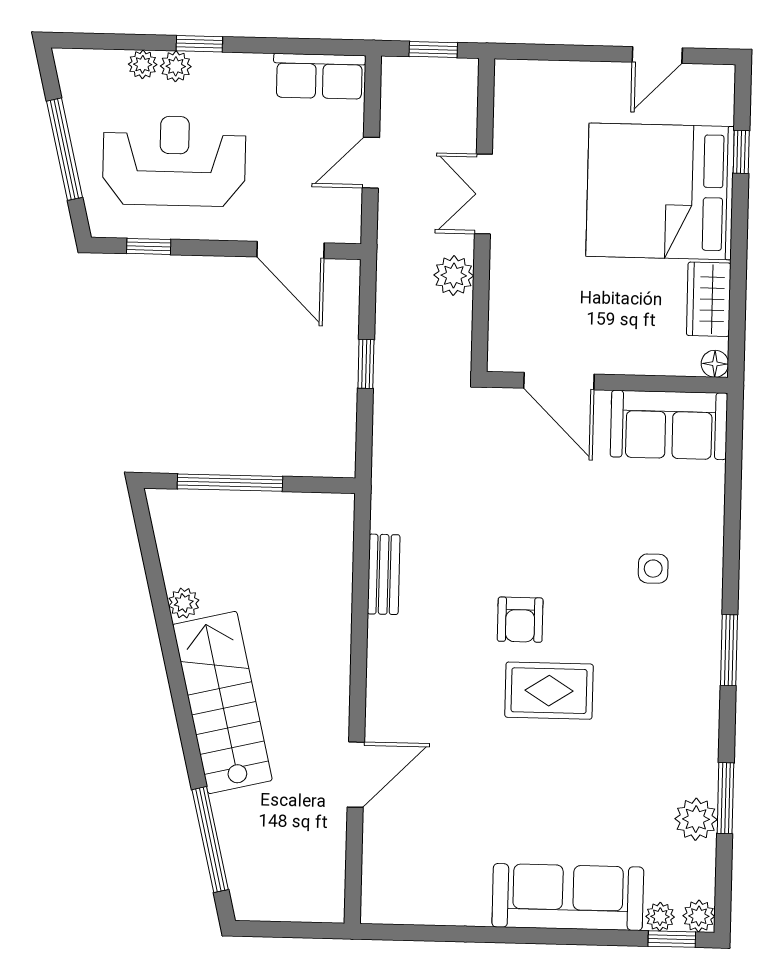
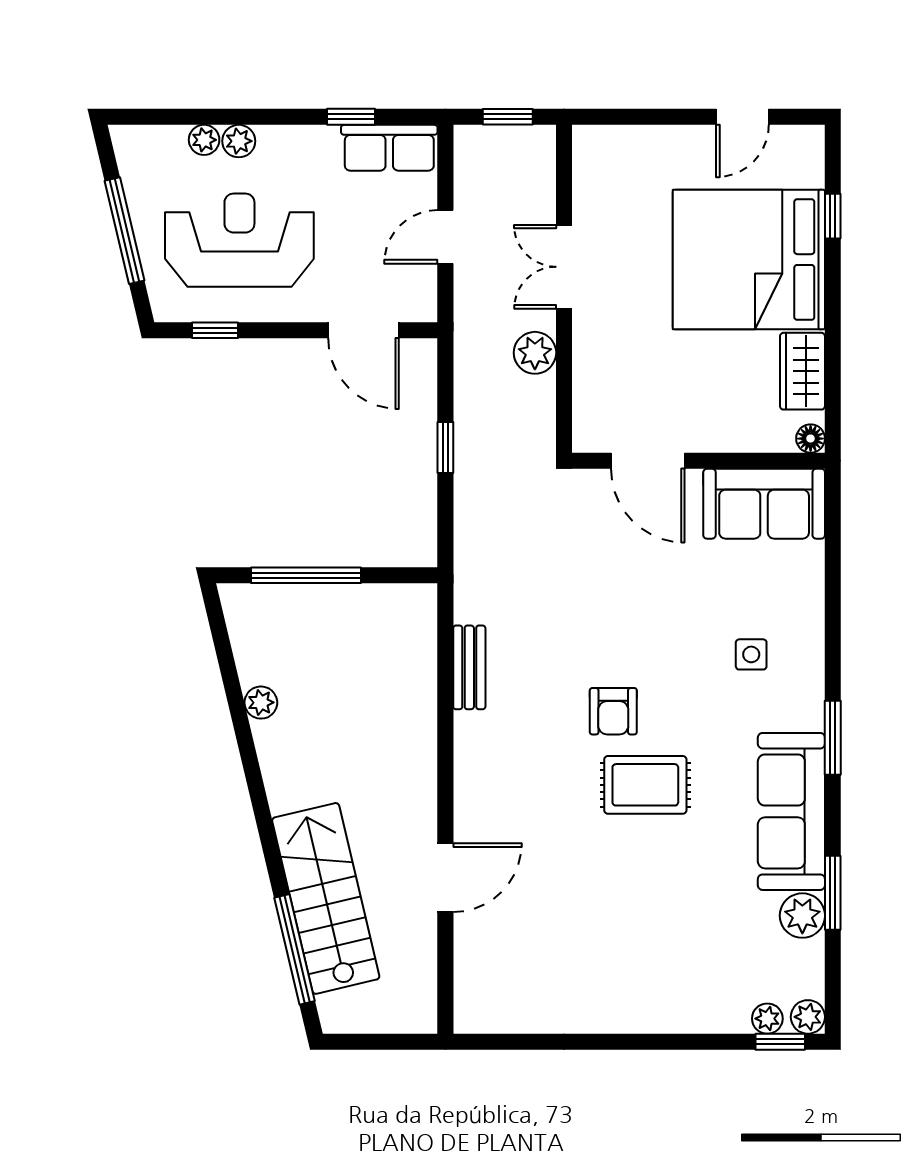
window: (199, 44) -> (351, 117), moved
stairs: (222, 702) -> (326, 898), moved
sofa: (568, 897) -> (791, 811), moved, turned -90

